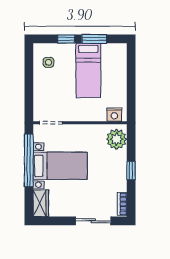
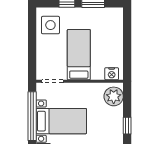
side table: (49, 62) -> (50, 25), width x1.87, depth x1.87
bed: (88, 70) -> (79, 55), moved, turned 180

